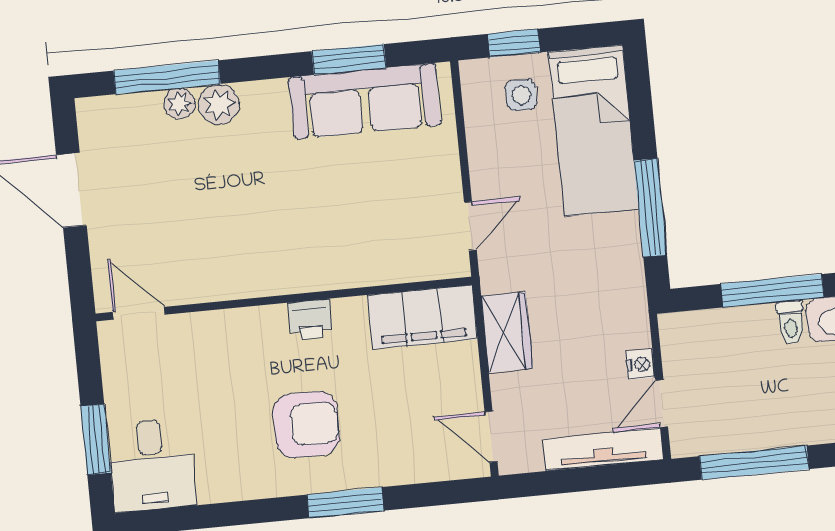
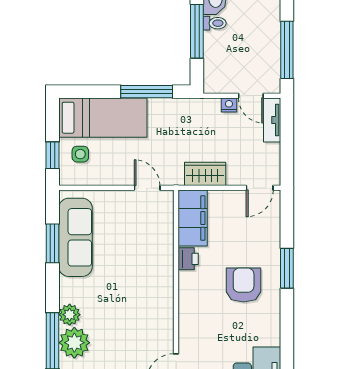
plant: (180, 104) -> (74, 343), width x1.87, depth x1.87
printer: (310, 319) -> (188, 259), moved
tv unit: (603, 449) -> (272, 120), width x0.71

